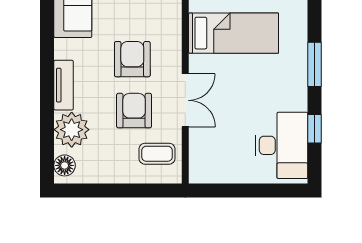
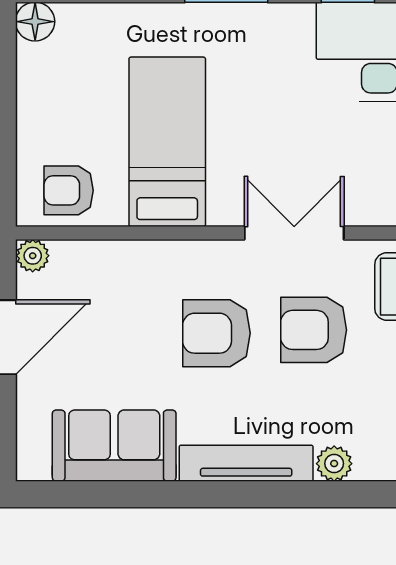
tv unit: (64, 85) -> (246, 463), width x1.41
plant: (72, 130) -> (334, 464), width x0.53, depth x0.53

